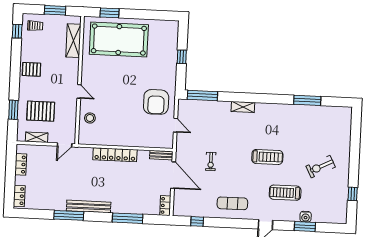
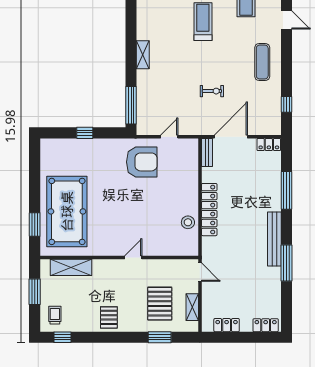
stool: (90, 118) -> (188, 222), moved

